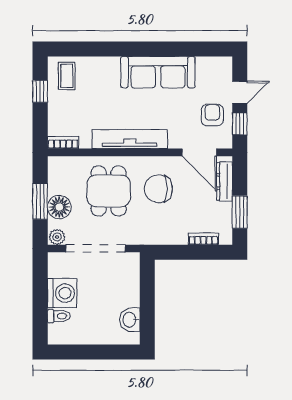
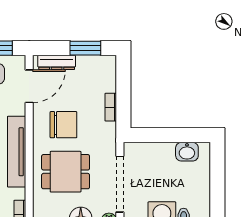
chair: (158, 189) -> (63, 125), turned -90
bookcase: (203, 239) -> (111, 107), moved

